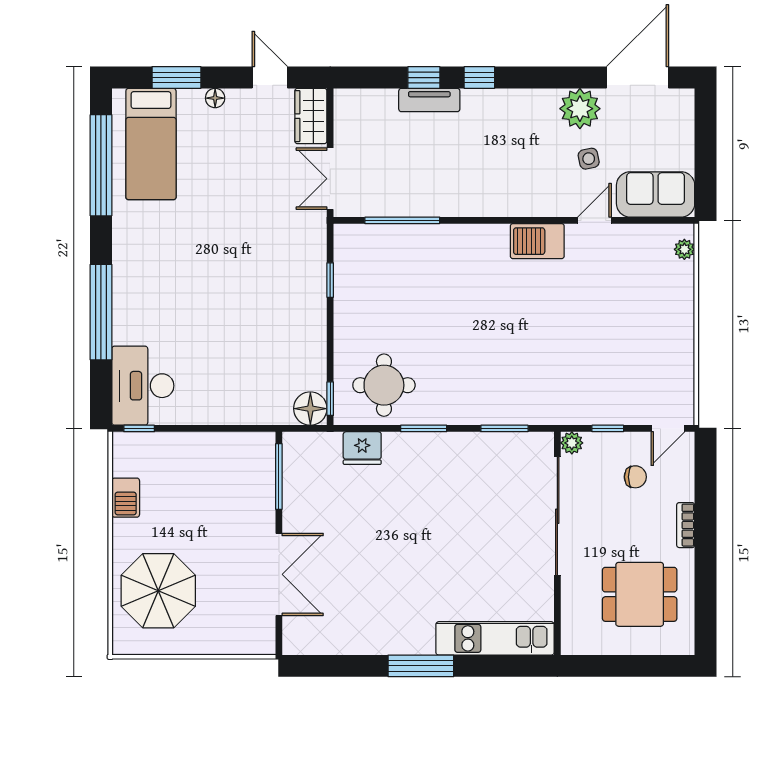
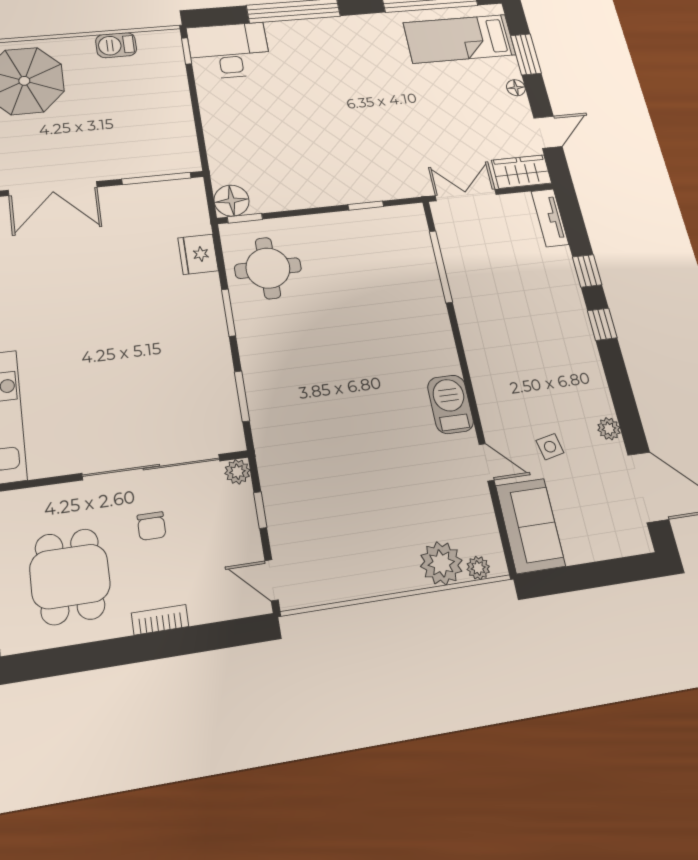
tv unit: (429, 100) -> (550, 218), moved
plant: (580, 109) -> (609, 429), width x0.53, depth x0.53
plant: (676, 281) -> (441, 563), added
chair: (635, 477) -> (152, 526), moved

